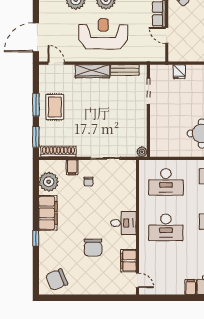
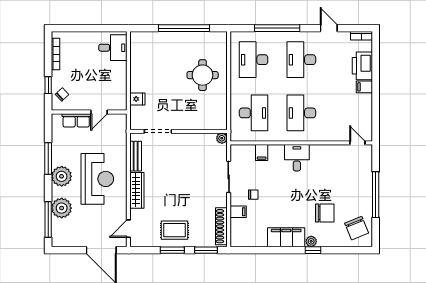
reception desk: (103, 34) -> (97, 179), turned 180
plant: (49, 182) -> (311, 241), moved, width x0.53, depth x0.53
desk: (166, 227) -> (301, 113), turned 180
chair: (93, 247) -> (325, 213), moved
filing cabinet: (128, 261) -> (262, 152), moved, width x0.50
door: (137, 280) -> (357, 143), hinge flipped
window: (88, 298) -> (376, 195), added

